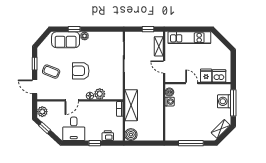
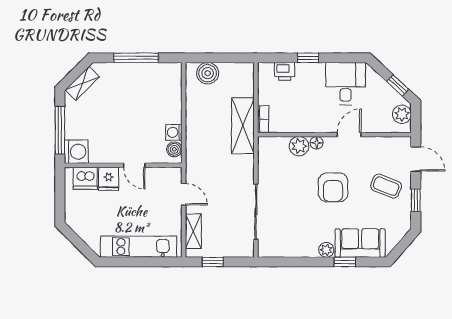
armchair: (81, 71) -> (333, 187), turned 90
washing machine: (224, 101) -> (76, 152), moved
boiler: (131, 135) -> (208, 73), moved

